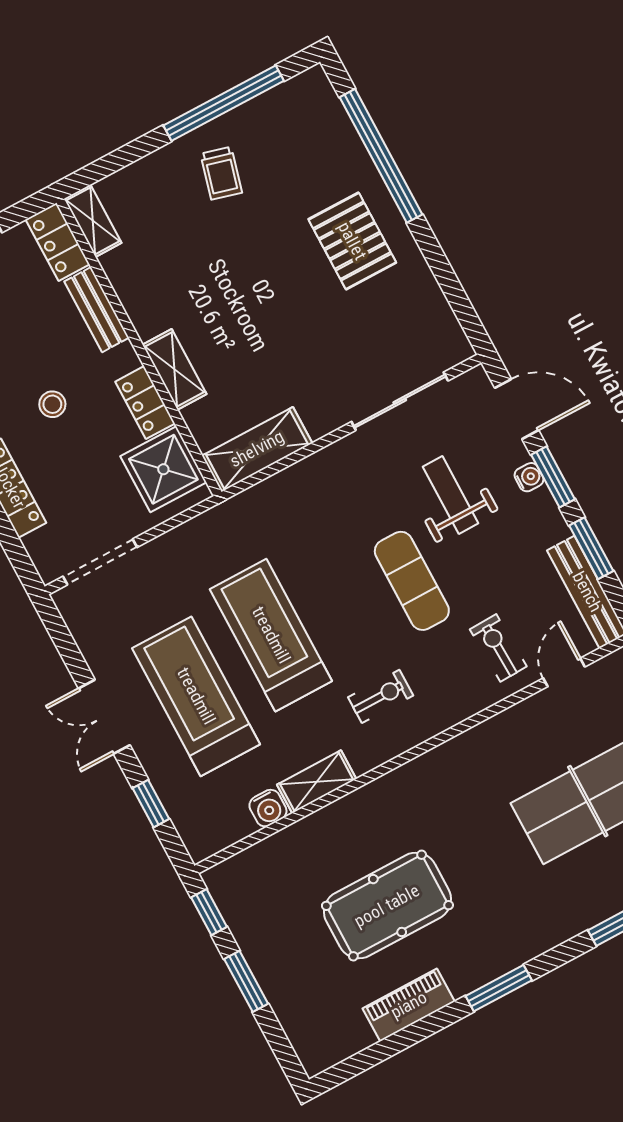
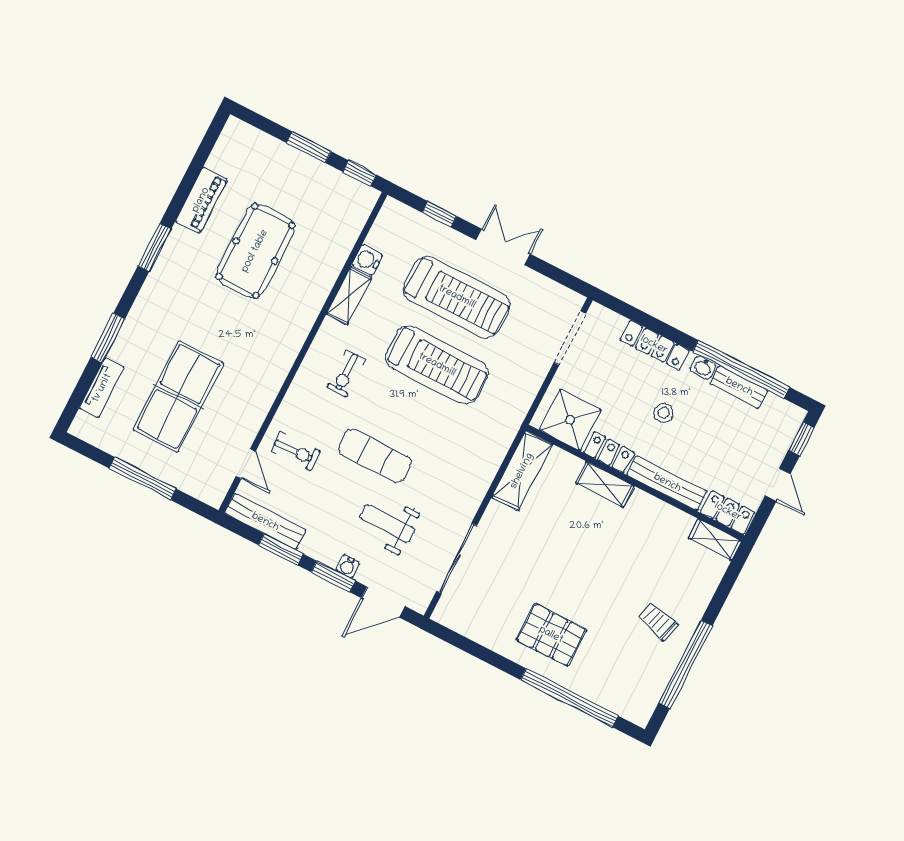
bench: (97, 310) -> (667, 483), width x1.36
weight bench: (451, 495) -> (387, 523), turned 180

